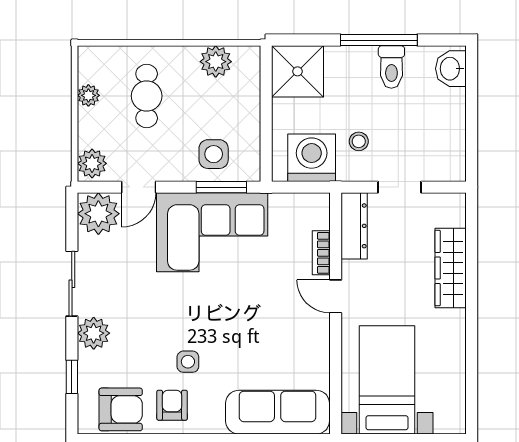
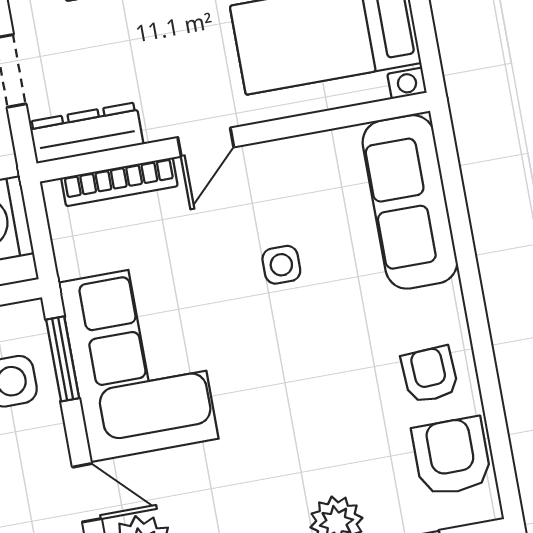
bookcase: (321, 253) -> (119, 182), width x1.56
side table: (188, 362) -> (281, 265), moved
armchair: (172, 405) -> (430, 375), turned 87

